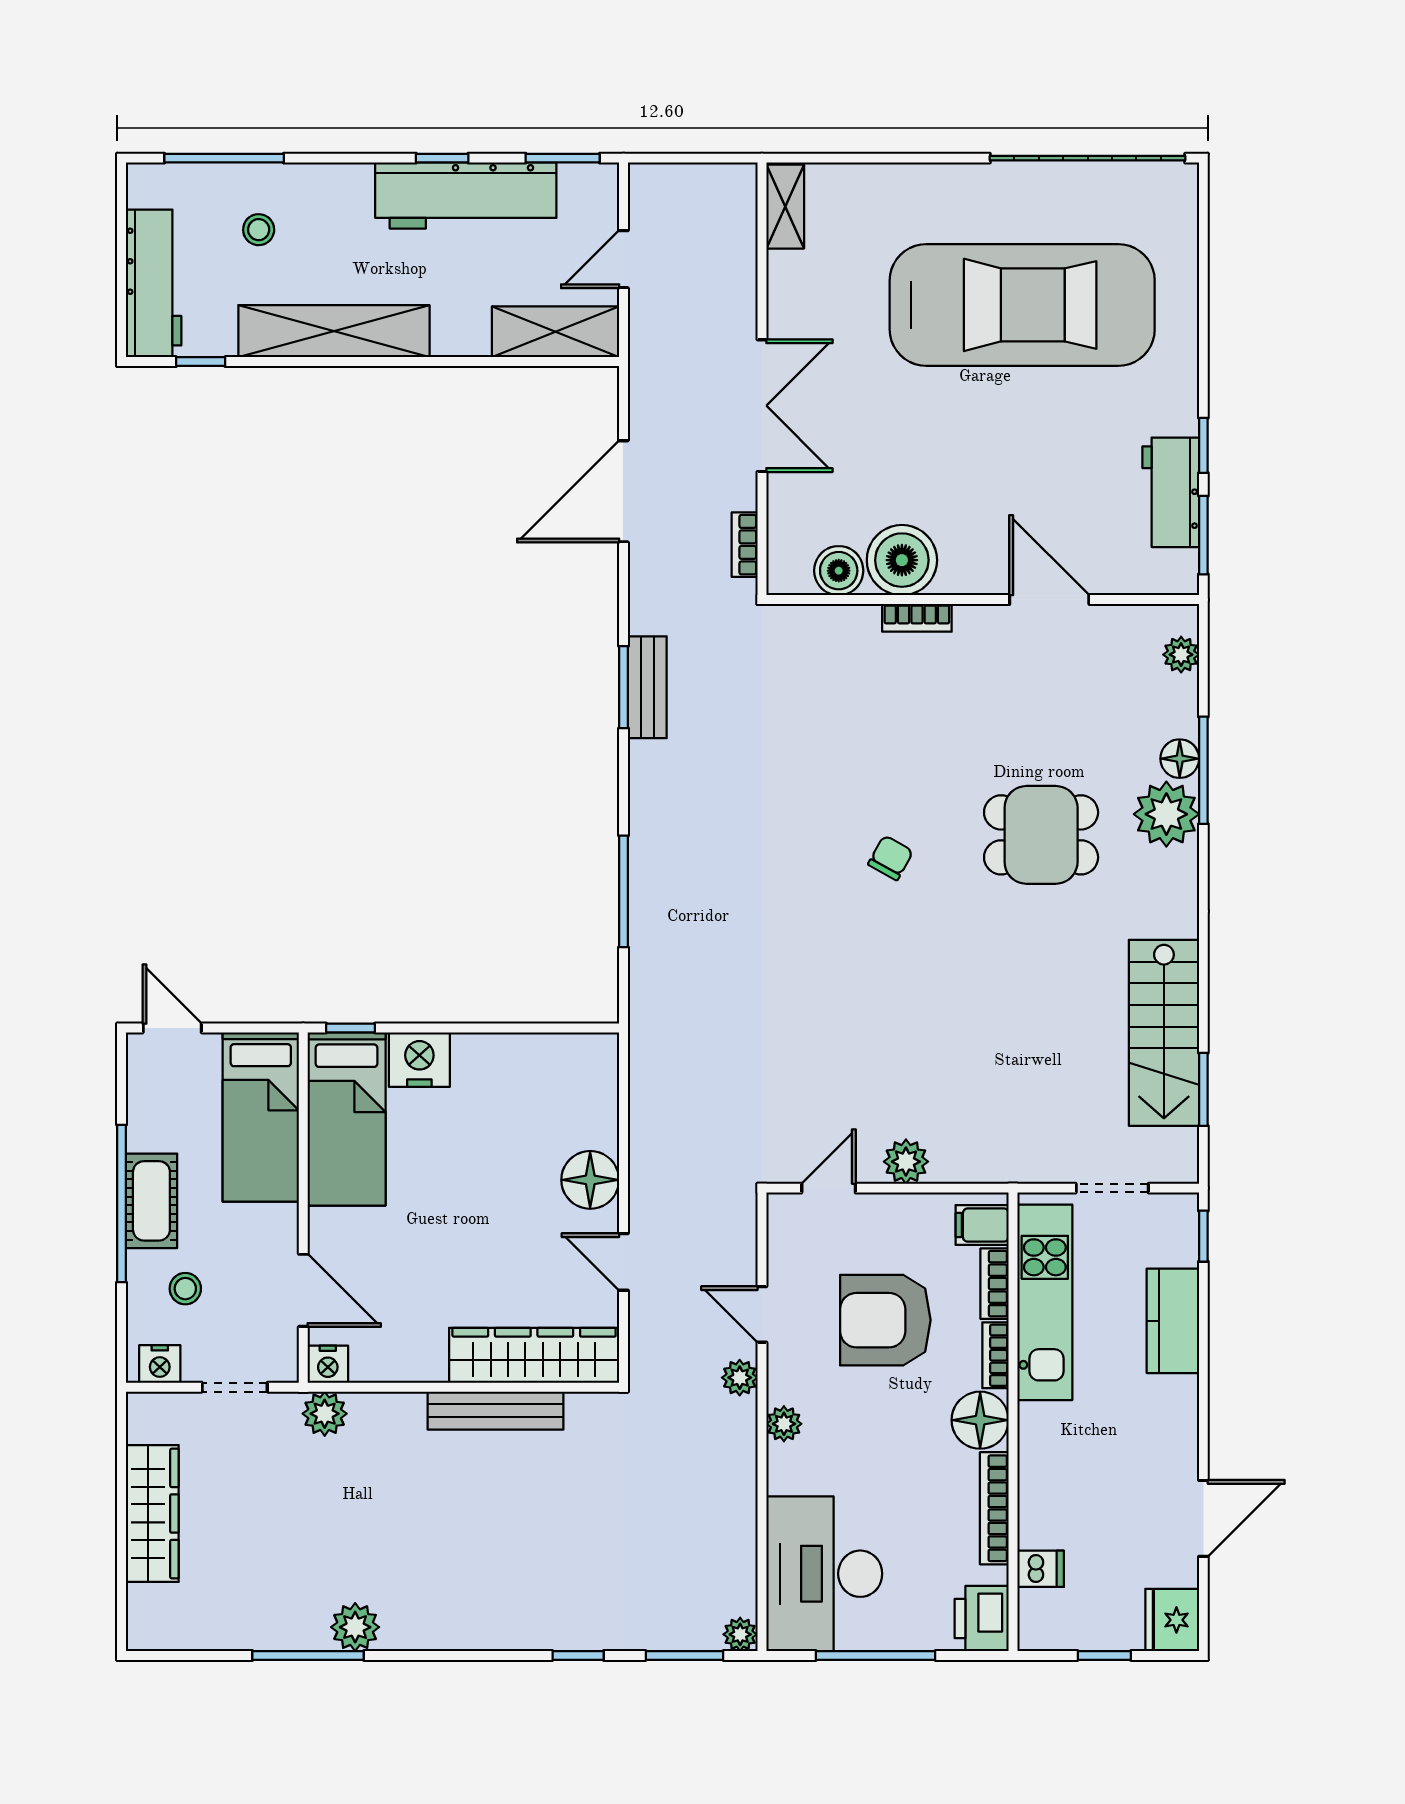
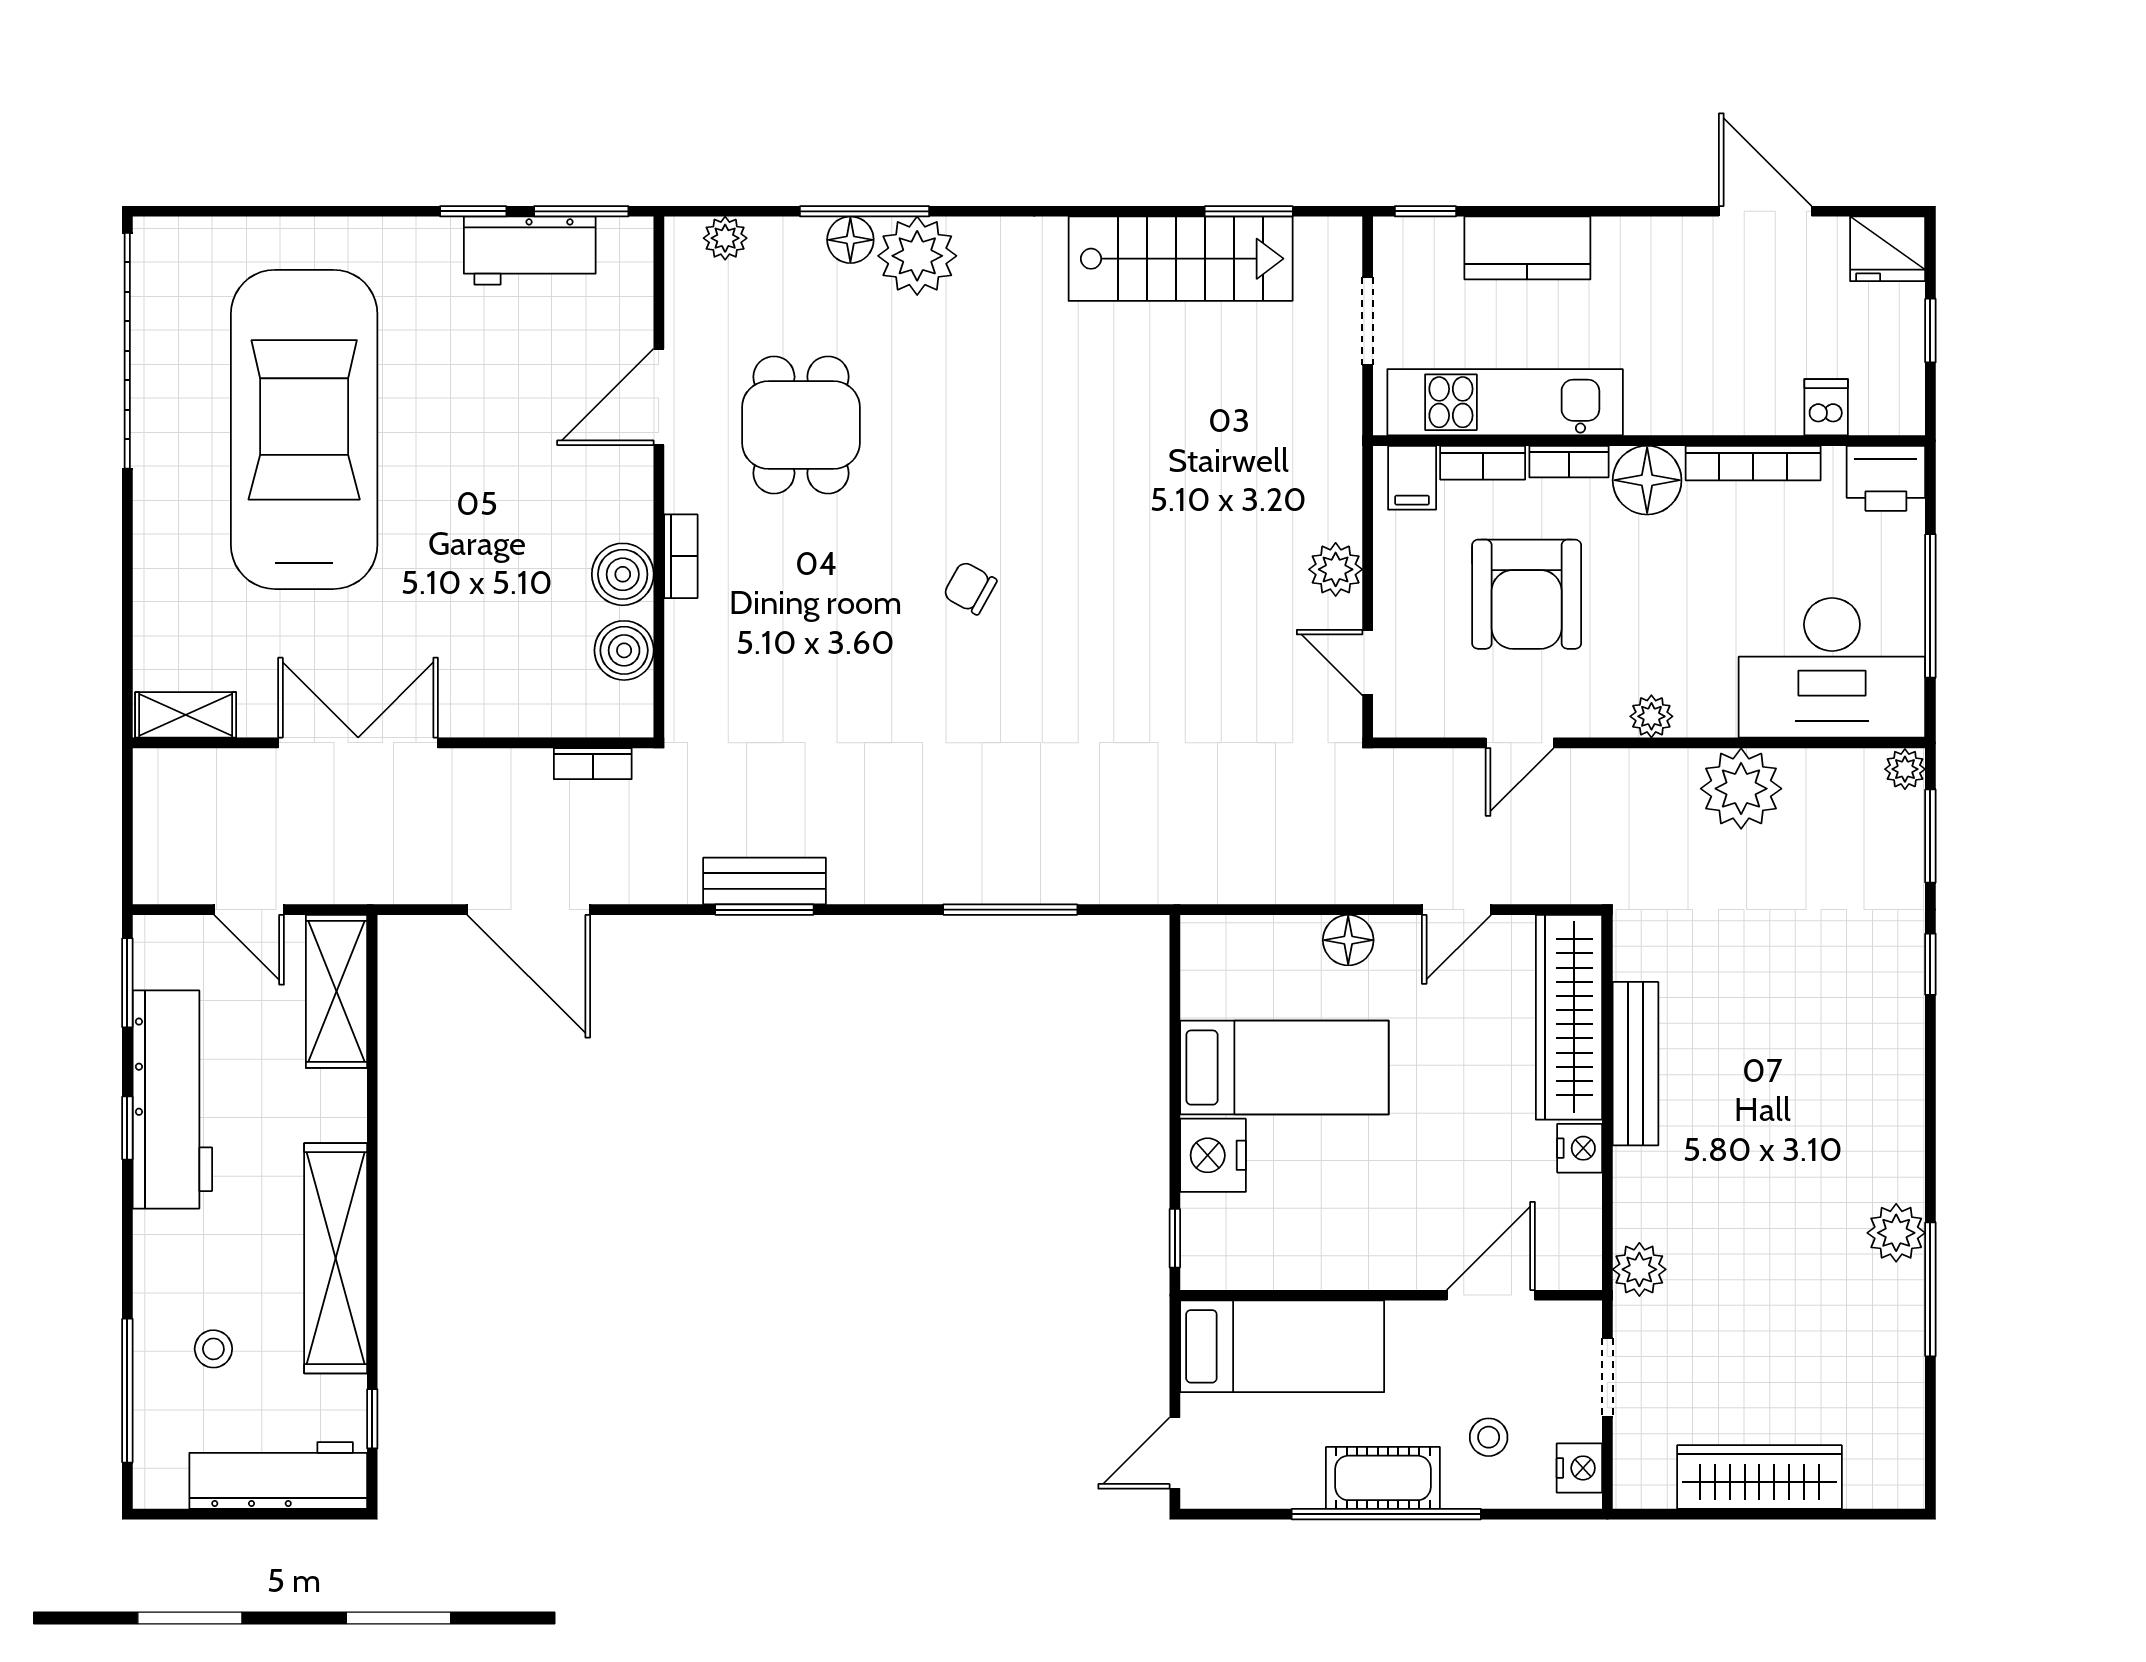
double door: (762, 406) -> (358, 743), moved
boiler: (902, 560) -> (623, 574), width x0.73, depth x0.73
dining table: (1041, 835) -> (801, 425), moved
bed: (347, 1119) -> (1284, 1068), moved
floor lamp: (590, 1180) -> (1348, 940), width x0.73, depth x0.73
nightstand: (328, 1364) -> (1580, 1148), moved
plant: (740, 1378) -> (1741, 789), moved, width x1.87, depth x1.87

